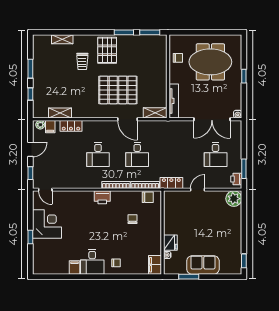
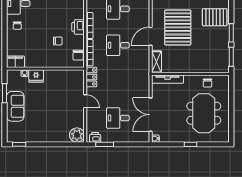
printer: (102, 197) -> (78, 27), moved

